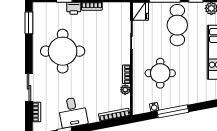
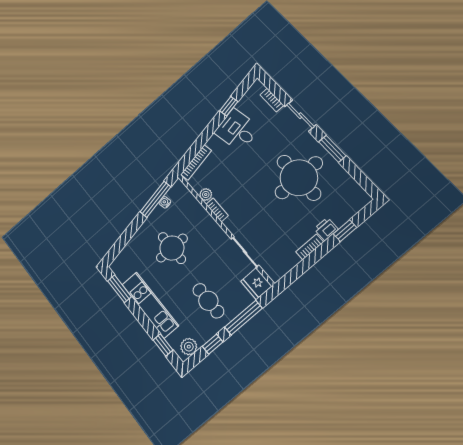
window: (29, 23) -> (332, 149), moved
cafe table: (177, 25) -> (208, 301), width x0.73, depth x0.74
round table: (160, 73) -> (172, 248), moved
window: (173, 111) -> (155, 199), moved

